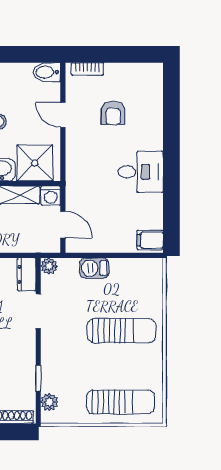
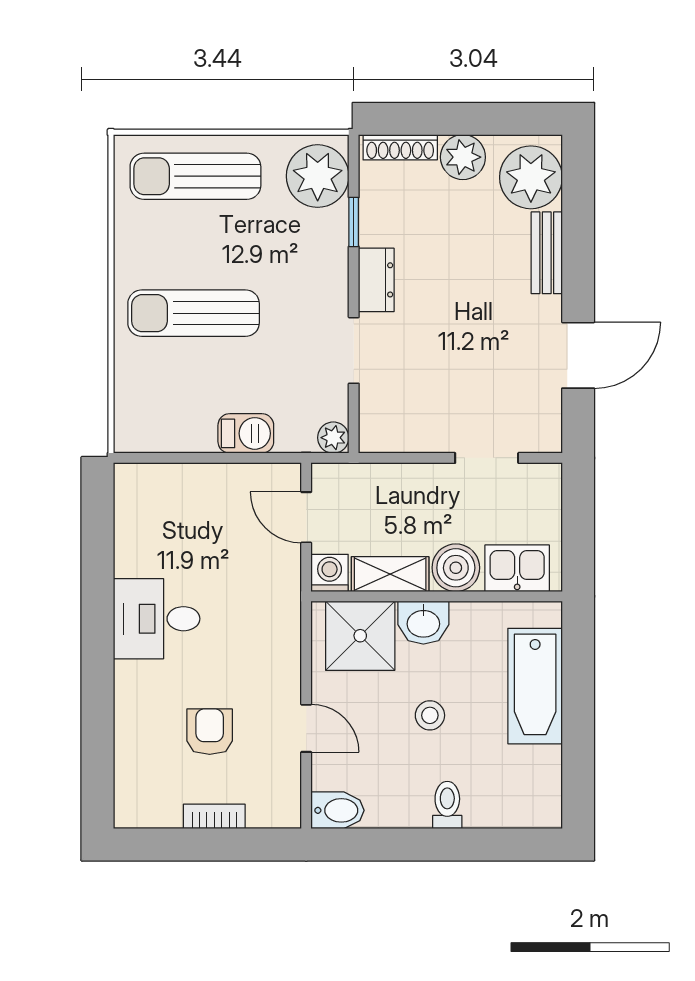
bookcase: (87, 69) -> (214, 816), moved
filing cabinet: (150, 240) -> (138, 487), removed
dresser: (27, 274) -> (376, 280), moved
plant: (49, 402) -> (318, 176), width x1.88, depth x1.88

